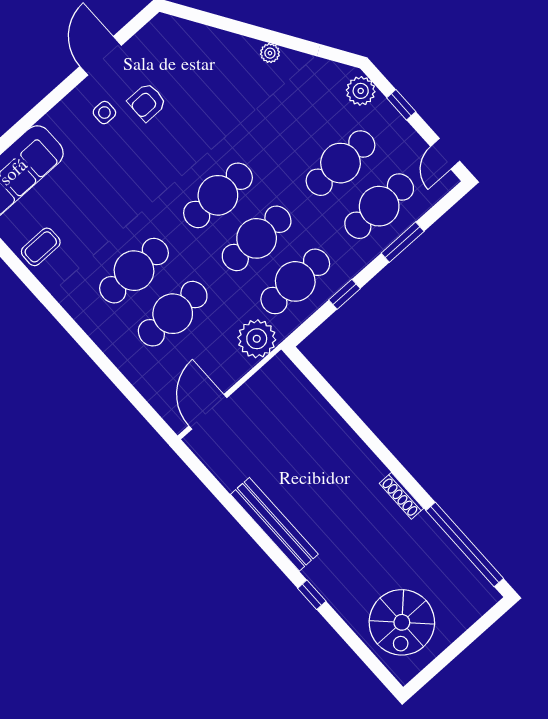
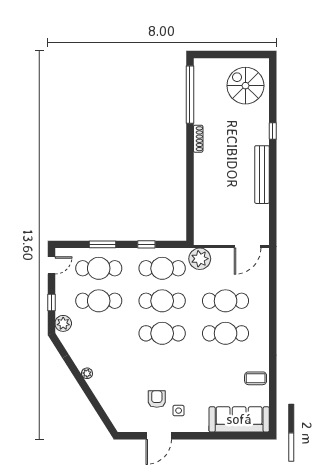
armchair: (147, 102) -> (157, 399), turned -90
spiral stairs: (402, 622) -> (245, 86), turned -90

